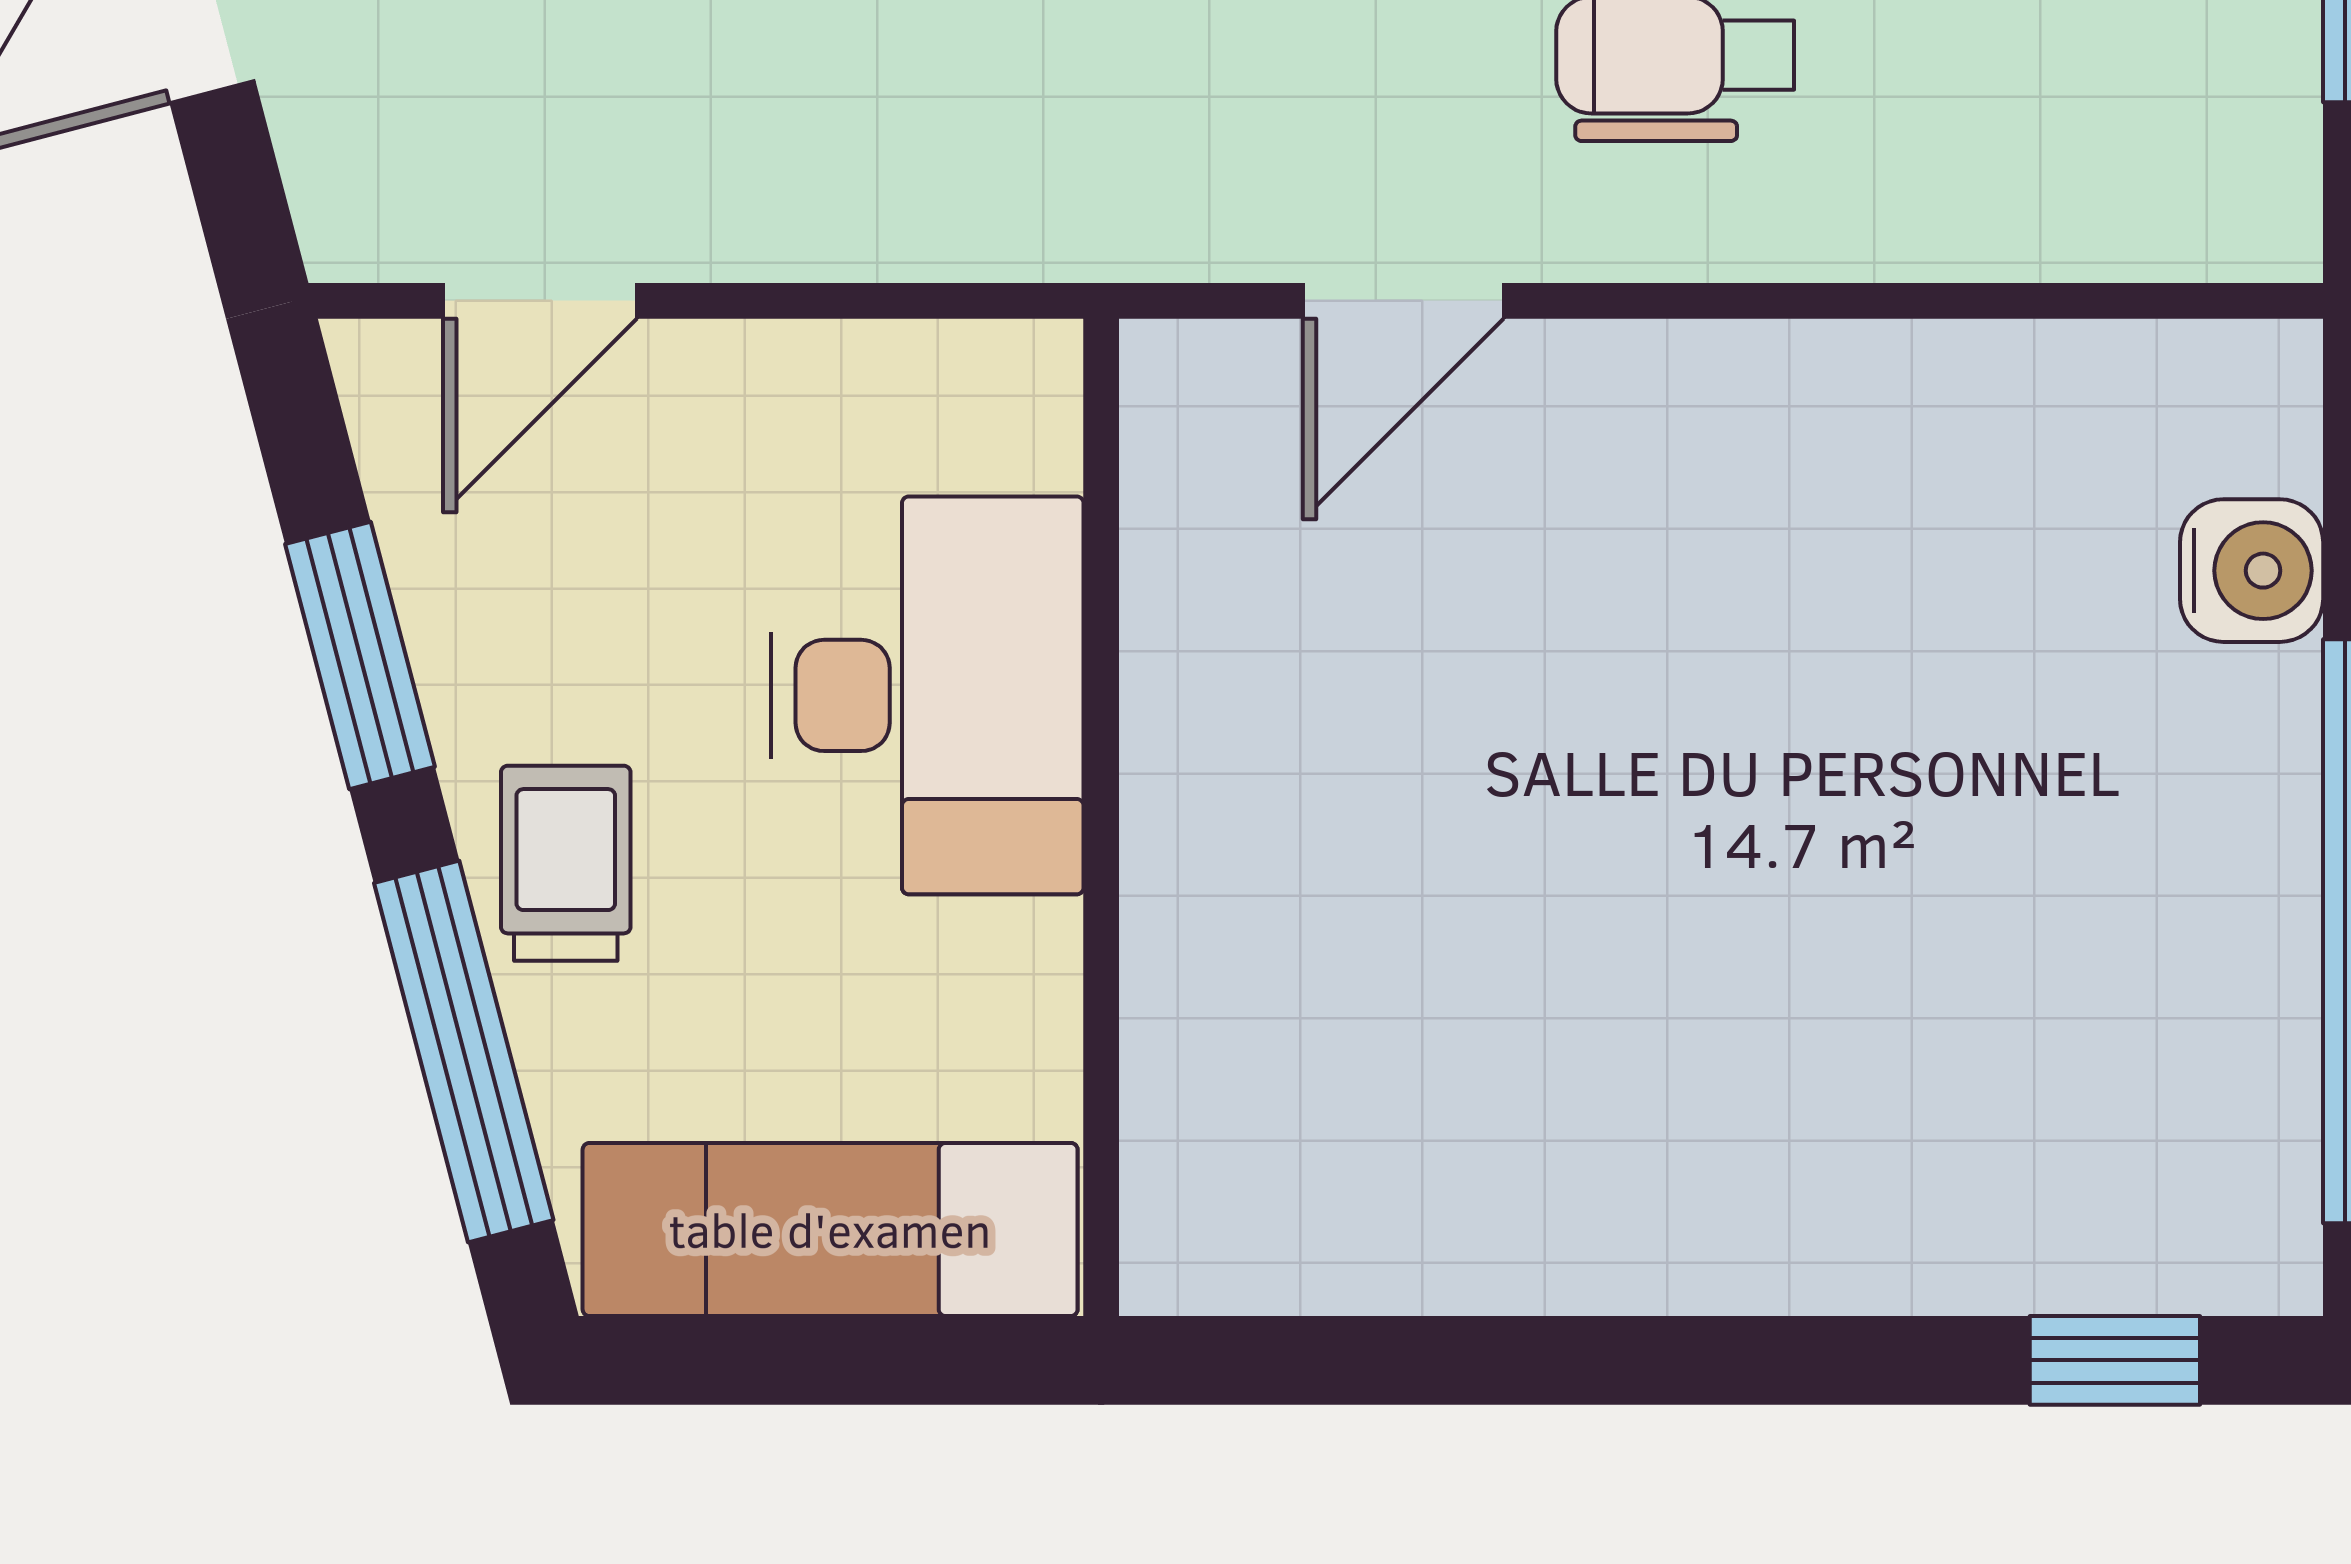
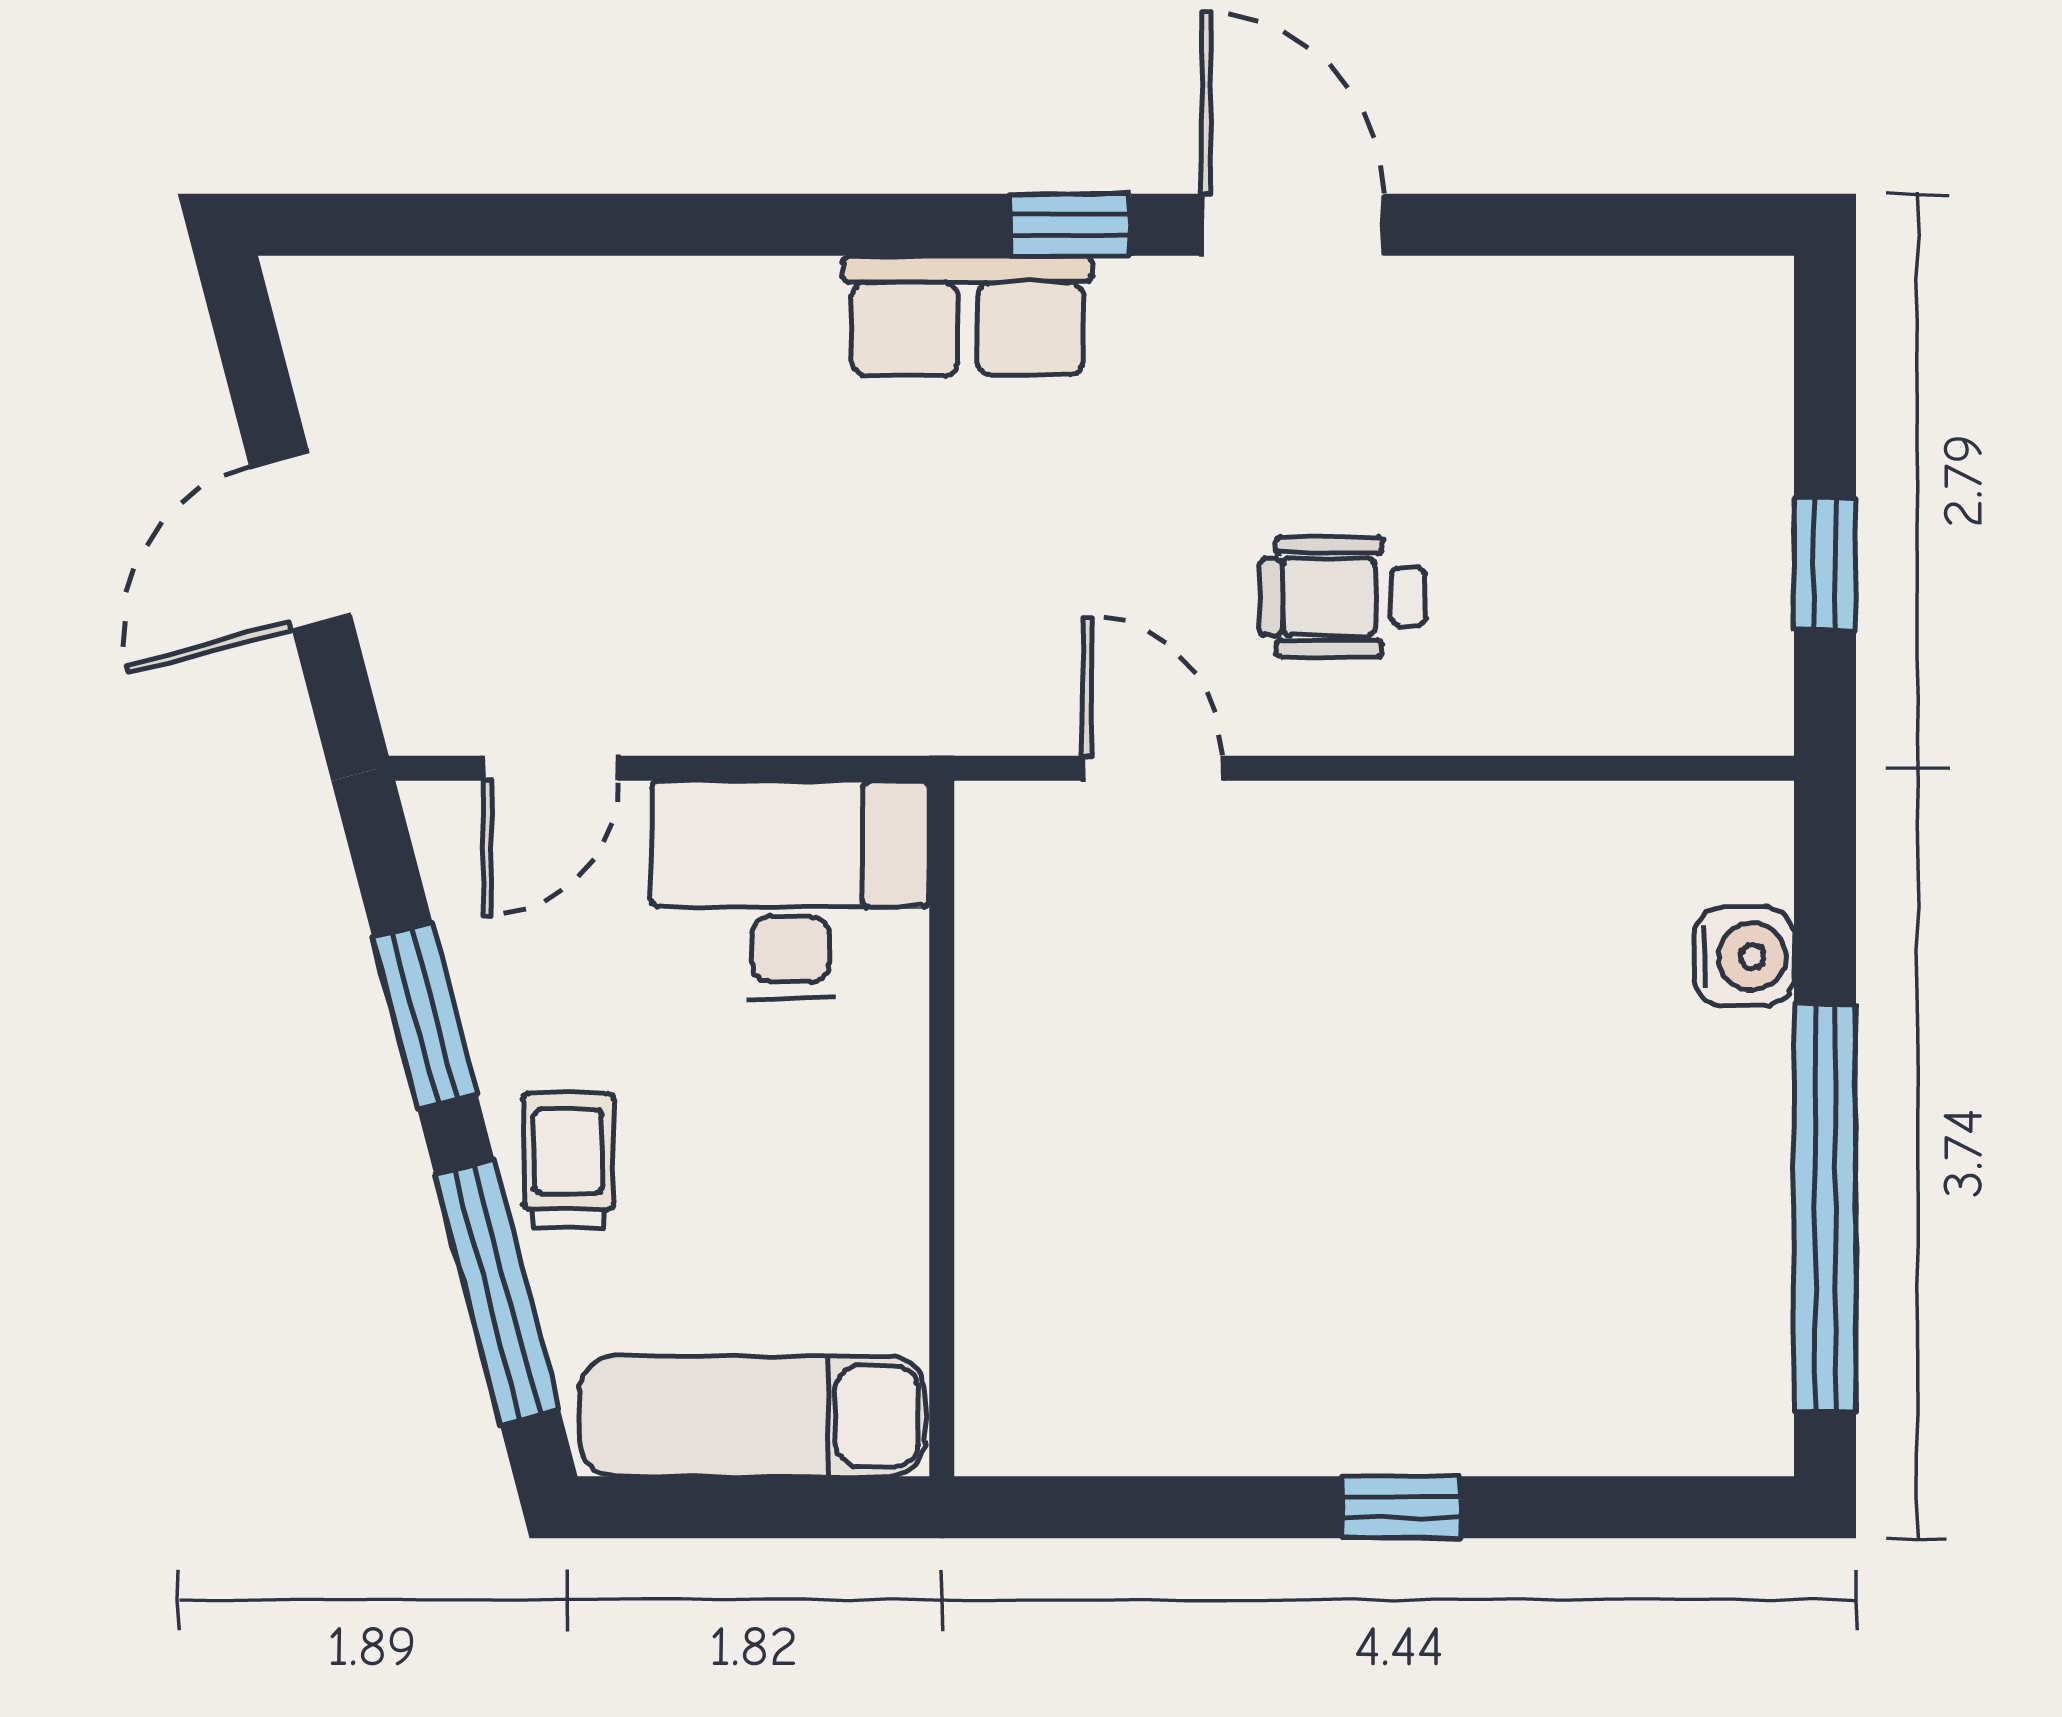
door: (1403, 301) -> (1152, 768), swing flipped
desk: (927, 695) -> (791, 890), moved, turned -90
window: (2115, 1360) -> (1401, 1507), moved

